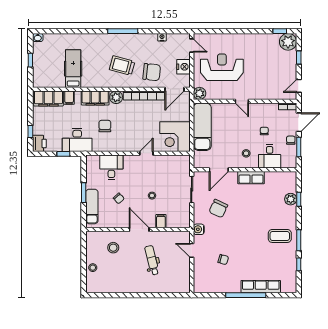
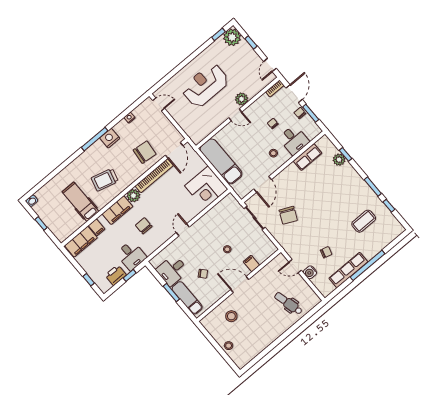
trolley: (122, 66) -> (105, 180), moved
nightstand: (183, 67) -> (110, 138), moved, turned -90
reception desk: (222, 67) -> (205, 85), moved
plant: (200, 93) -> (242, 99), moved
desk: (77, 140) -> (131, 255), width x0.73
printer: (39, 143) -> (116, 275), moved, turned -90
door: (146, 153) -> (183, 230), moved
desk: (111, 167) -> (172, 270), moved, turned -90
row of seats: (251, 178) -> (308, 157), moved
water cooler: (199, 229) -> (310, 272), moved
coffee table: (280, 236) -> (364, 221), moved
dental chair: (152, 260) -> (288, 303), moved
row of seats: (261, 287) -> (348, 270), moved

